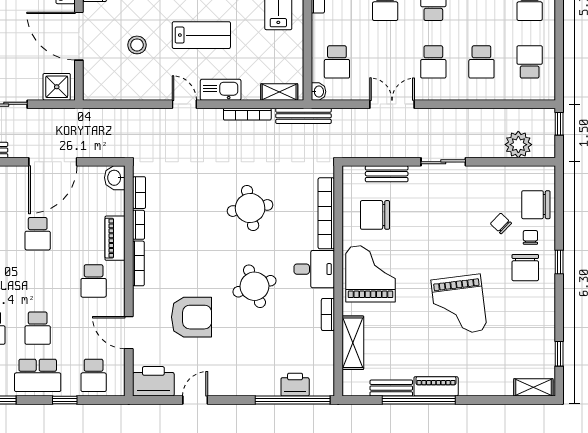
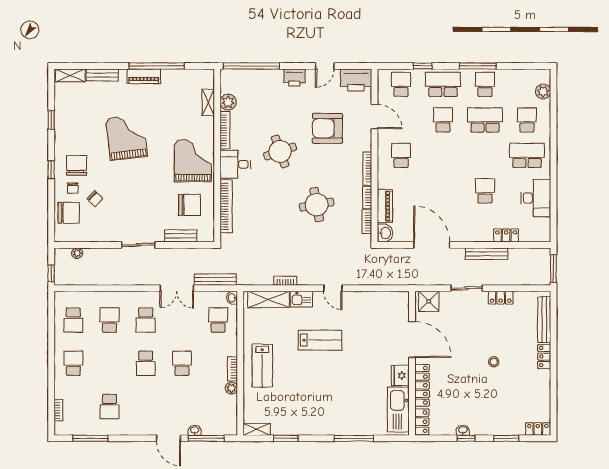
lab bench: (201, 35) -> (320, 340), turned 180
stool: (137, 45) -> (368, 333), removed
school desk: (433, 62) -> (146, 320), turned 180
kitchen sink: (221, 90) -> (301, 299), width x0.73
shelving: (279, 92) -> (268, 299), width x1.50, depth x1.33
bookcase: (247, 114) -> (286, 281), width x0.64
bench: (303, 116) -> (215, 280), moved
plant: (518, 145) -> (77, 253), width x0.53, depth x0.53
door: (53, 162) -> (432, 245), hinge flipped
round table: (250, 208) -> (317, 205), moved
school desk: (38, 234) -> (443, 191), removed
piano: (115, 238) -> (385, 206), moved
grand piano: (371, 274) -> (193, 161), turned 180
bookcase: (328, 314) -> (225, 130), width x1.56
shelving: (353, 343) -> (208, 102), width x0.67, depth x0.75
plant: (324, 352) -> (228, 102), added
window: (559, 354) -> (51, 120), moved
printer: (295, 385) -> (294, 78), moved
bench: (391, 388) -> (102, 75), moved

